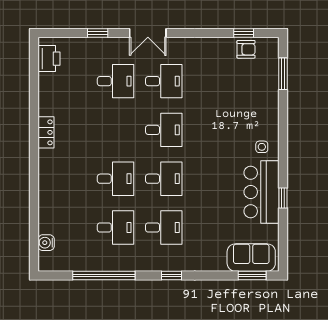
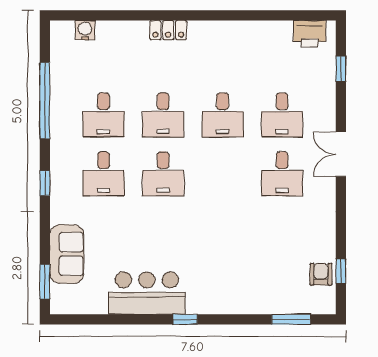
window: (98, 33) -> (341, 69), moved
armchair: (246, 49) -> (321, 274), turned 180
desk: (164, 130) -> (223, 115), moved
locker: (46, 132) -> (168, 30), moved
side table: (262, 147) -> (202, 293), removed
window: (283, 198) -> (185, 319), moved
sofa: (251, 258) -> (67, 254), moved

